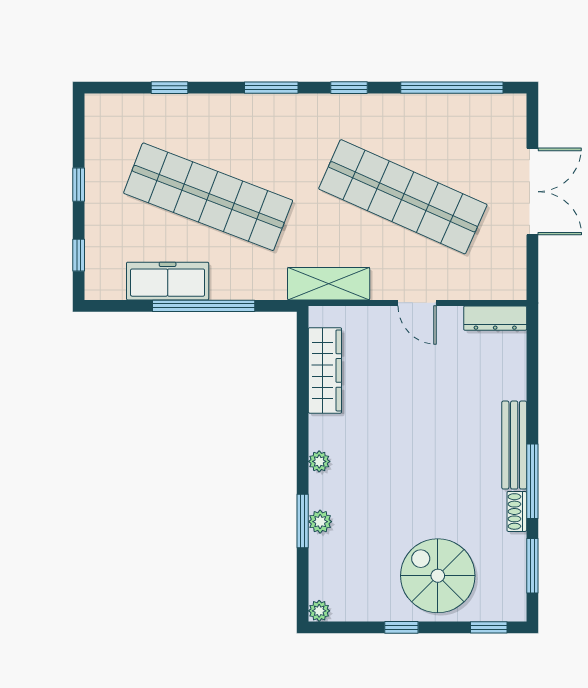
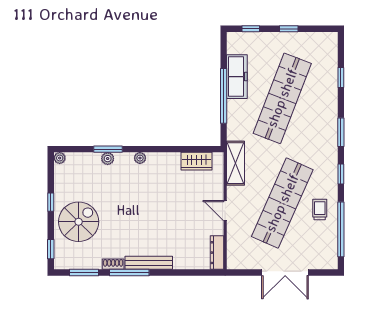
trolley: (415, 127) -> (320, 210), added
door: (417, 303) -> (225, 211), hinge flipped
wardrobe: (325, 370) -> (197, 161), width x0.67

